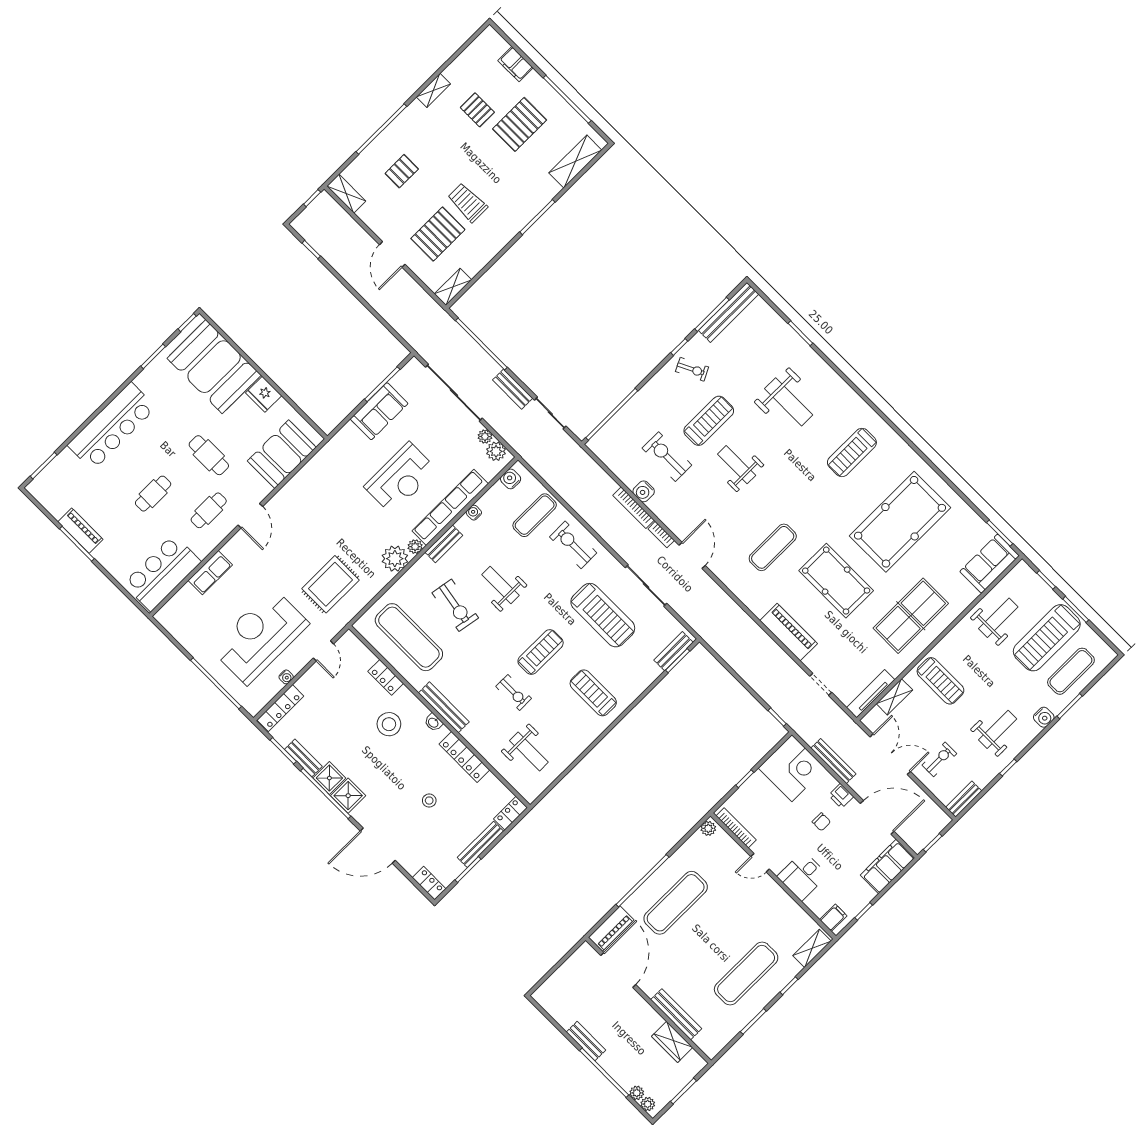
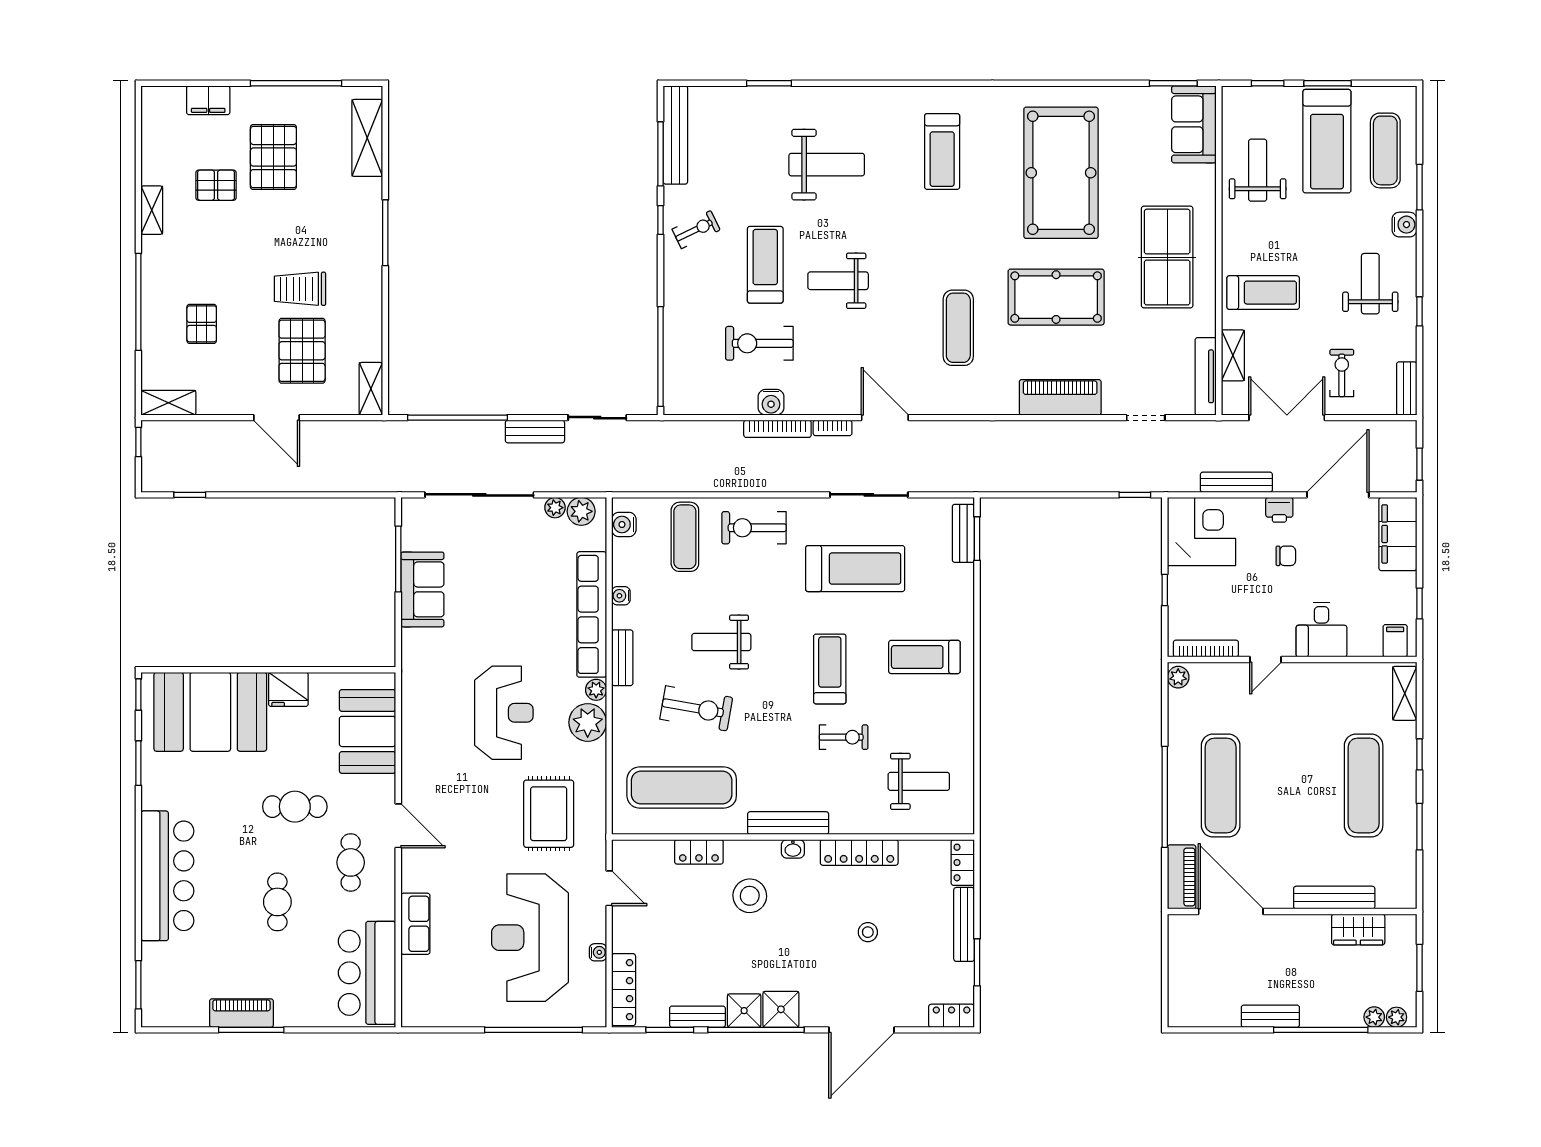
reception desk: (401, 478) -> (504, 713), moved

